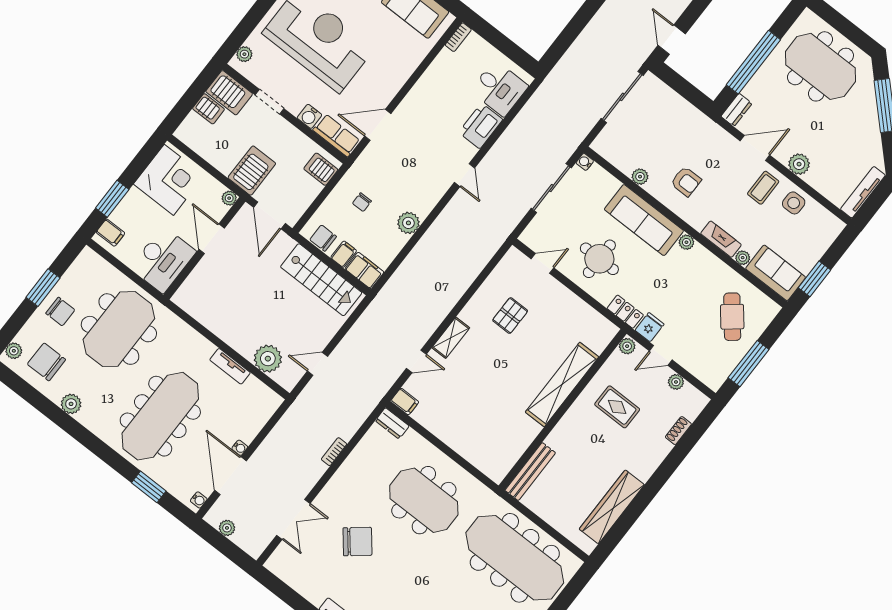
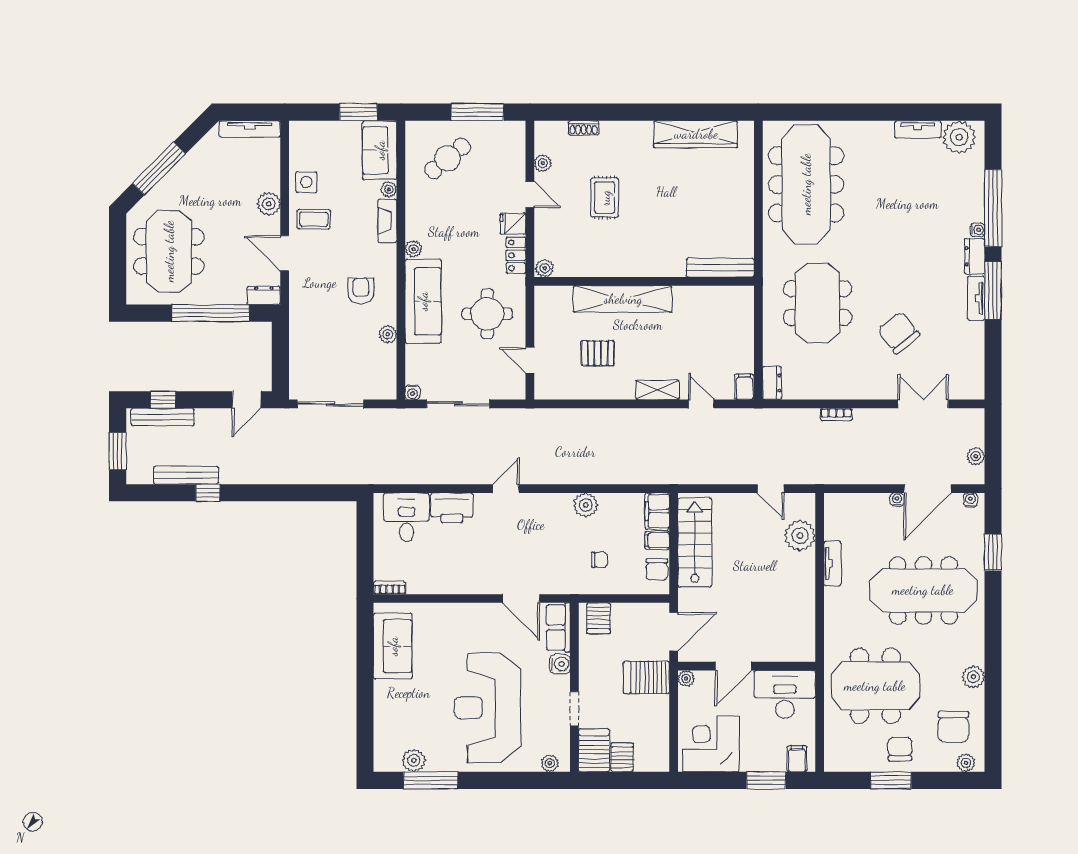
plant: (627, 346) -> (545, 268), moved
shelving: (562, 385) -> (623, 299), moved
wall: (563, 410) -> (644, 281), moved
bench: (530, 472) -> (720, 268), moved

